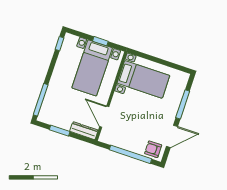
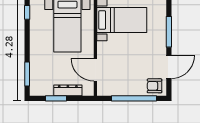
window: (41, 100) -> (27, 74), width x0.69
dresser: (84, 131) -> (68, 90), moved

